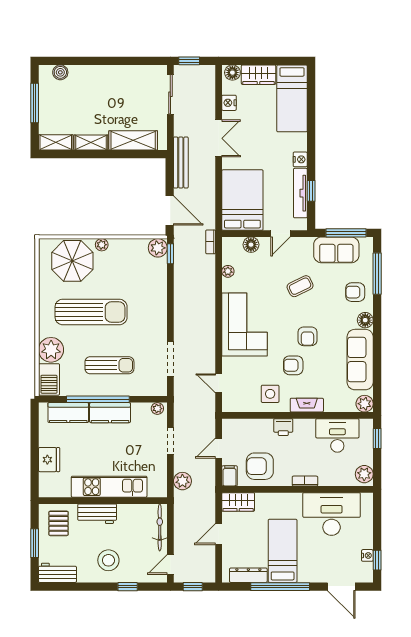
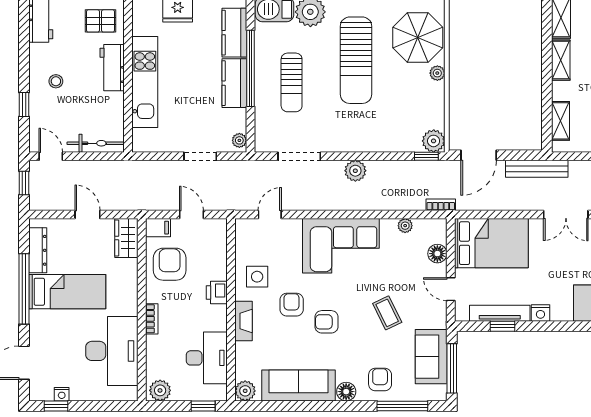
shelving: (133, 140) -> (561, 121), width x0.67, depth x0.75
plant: (182, 481) -> (355, 171), moved
stool: (108, 560) -> (56, 81), width x0.53, depth x0.53

